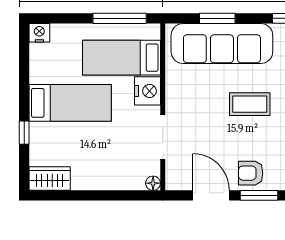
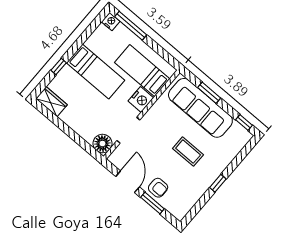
window: (120, 18) -> (131, 26), moved
armchair: (251, 173) -> (158, 188), turned 180
floor lamp: (153, 183) -> (102, 144), width x1.89, depth x1.89

